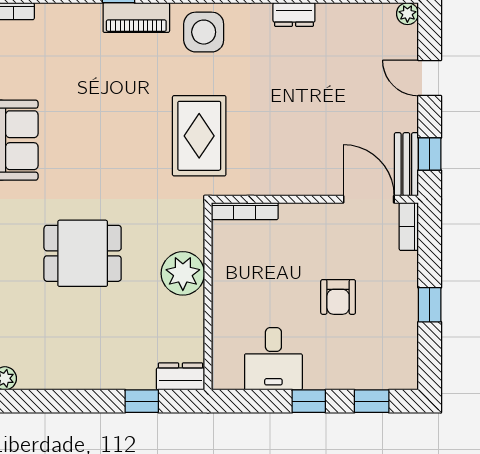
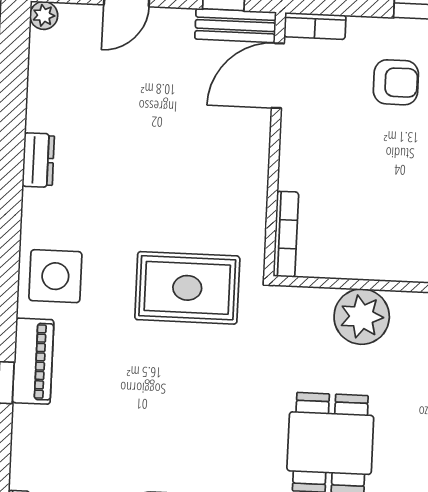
armchair: (338, 297) -> (396, 82), moved

